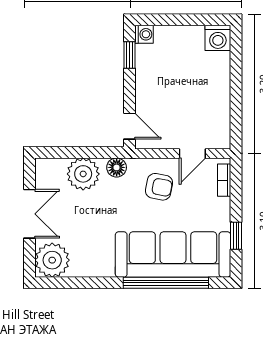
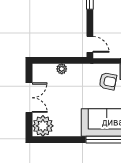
floor lamp: (117, 167) -> (82, 70), removed
plant: (83, 174) -> (62, 69), width x0.53, depth x0.53

